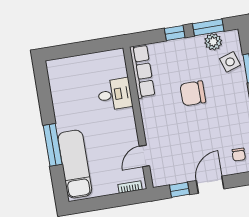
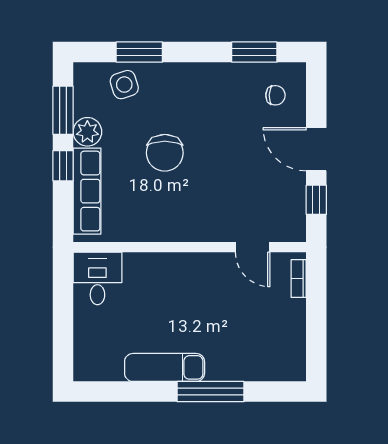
plant: (213, 42) -> (87, 132), moved
row of seats: (142, 71) -> (87, 191), moved, turned 90
desk: (115, 94) -> (97, 278), moved
exam couch: (75, 164) -> (165, 367), moved, width x0.73, depth x0.69

